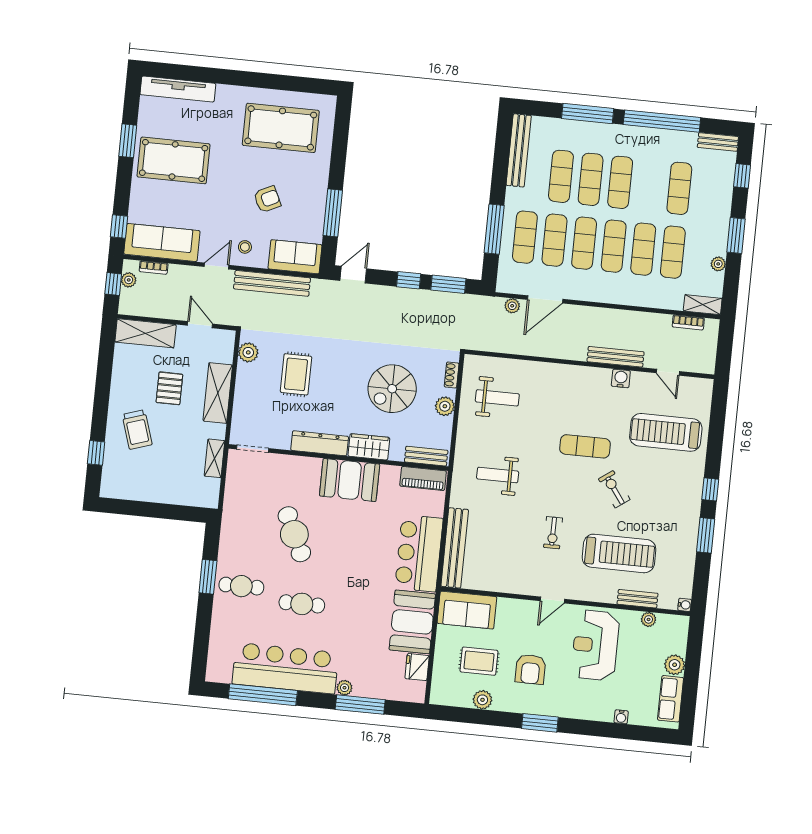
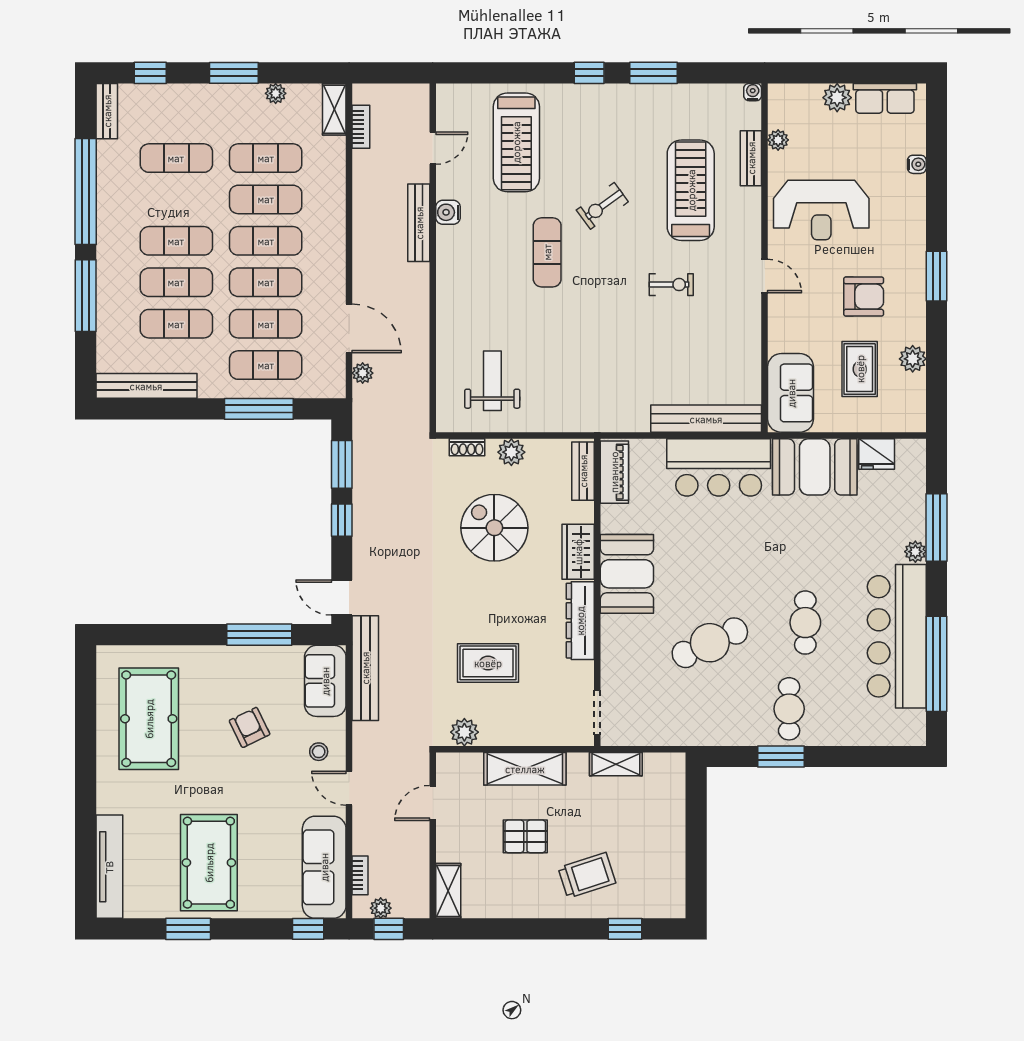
bench: (272, 283) -> (365, 668), moved
shelving: (146, 333) -> (448, 891), width x0.67, depth x0.75
spiral stairs: (392, 389) -> (494, 528), turned 180
weight bench: (498, 475) -> (599, 369), removed

